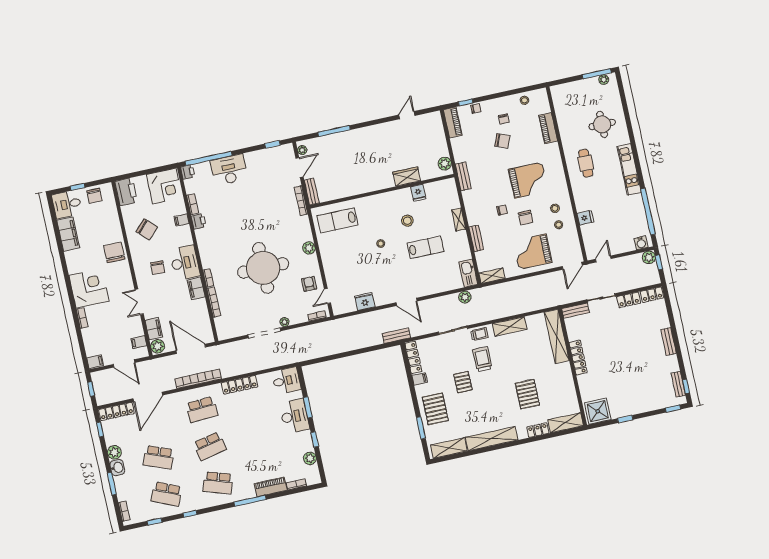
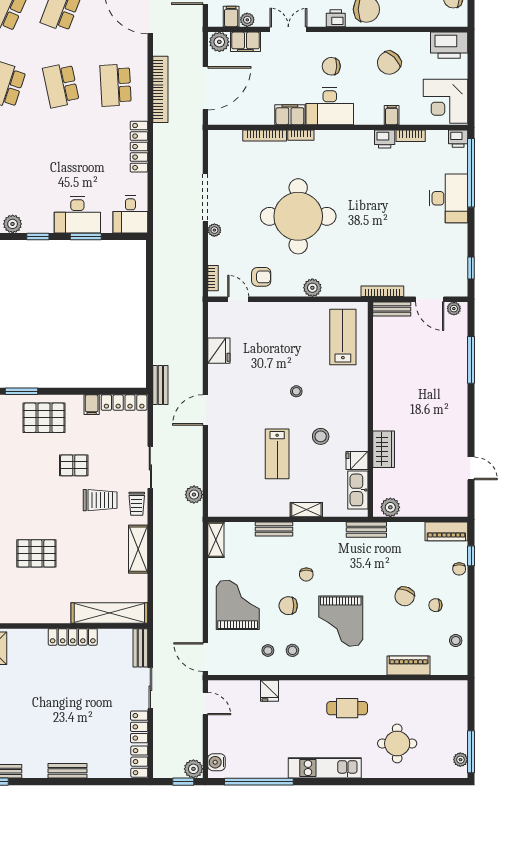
printer: (125, 272) -> (336, 18), added
kitchen sink: (468, 273) -> (358, 490), moved, turned -90
plant: (139, 331) -> (247, 20), added

